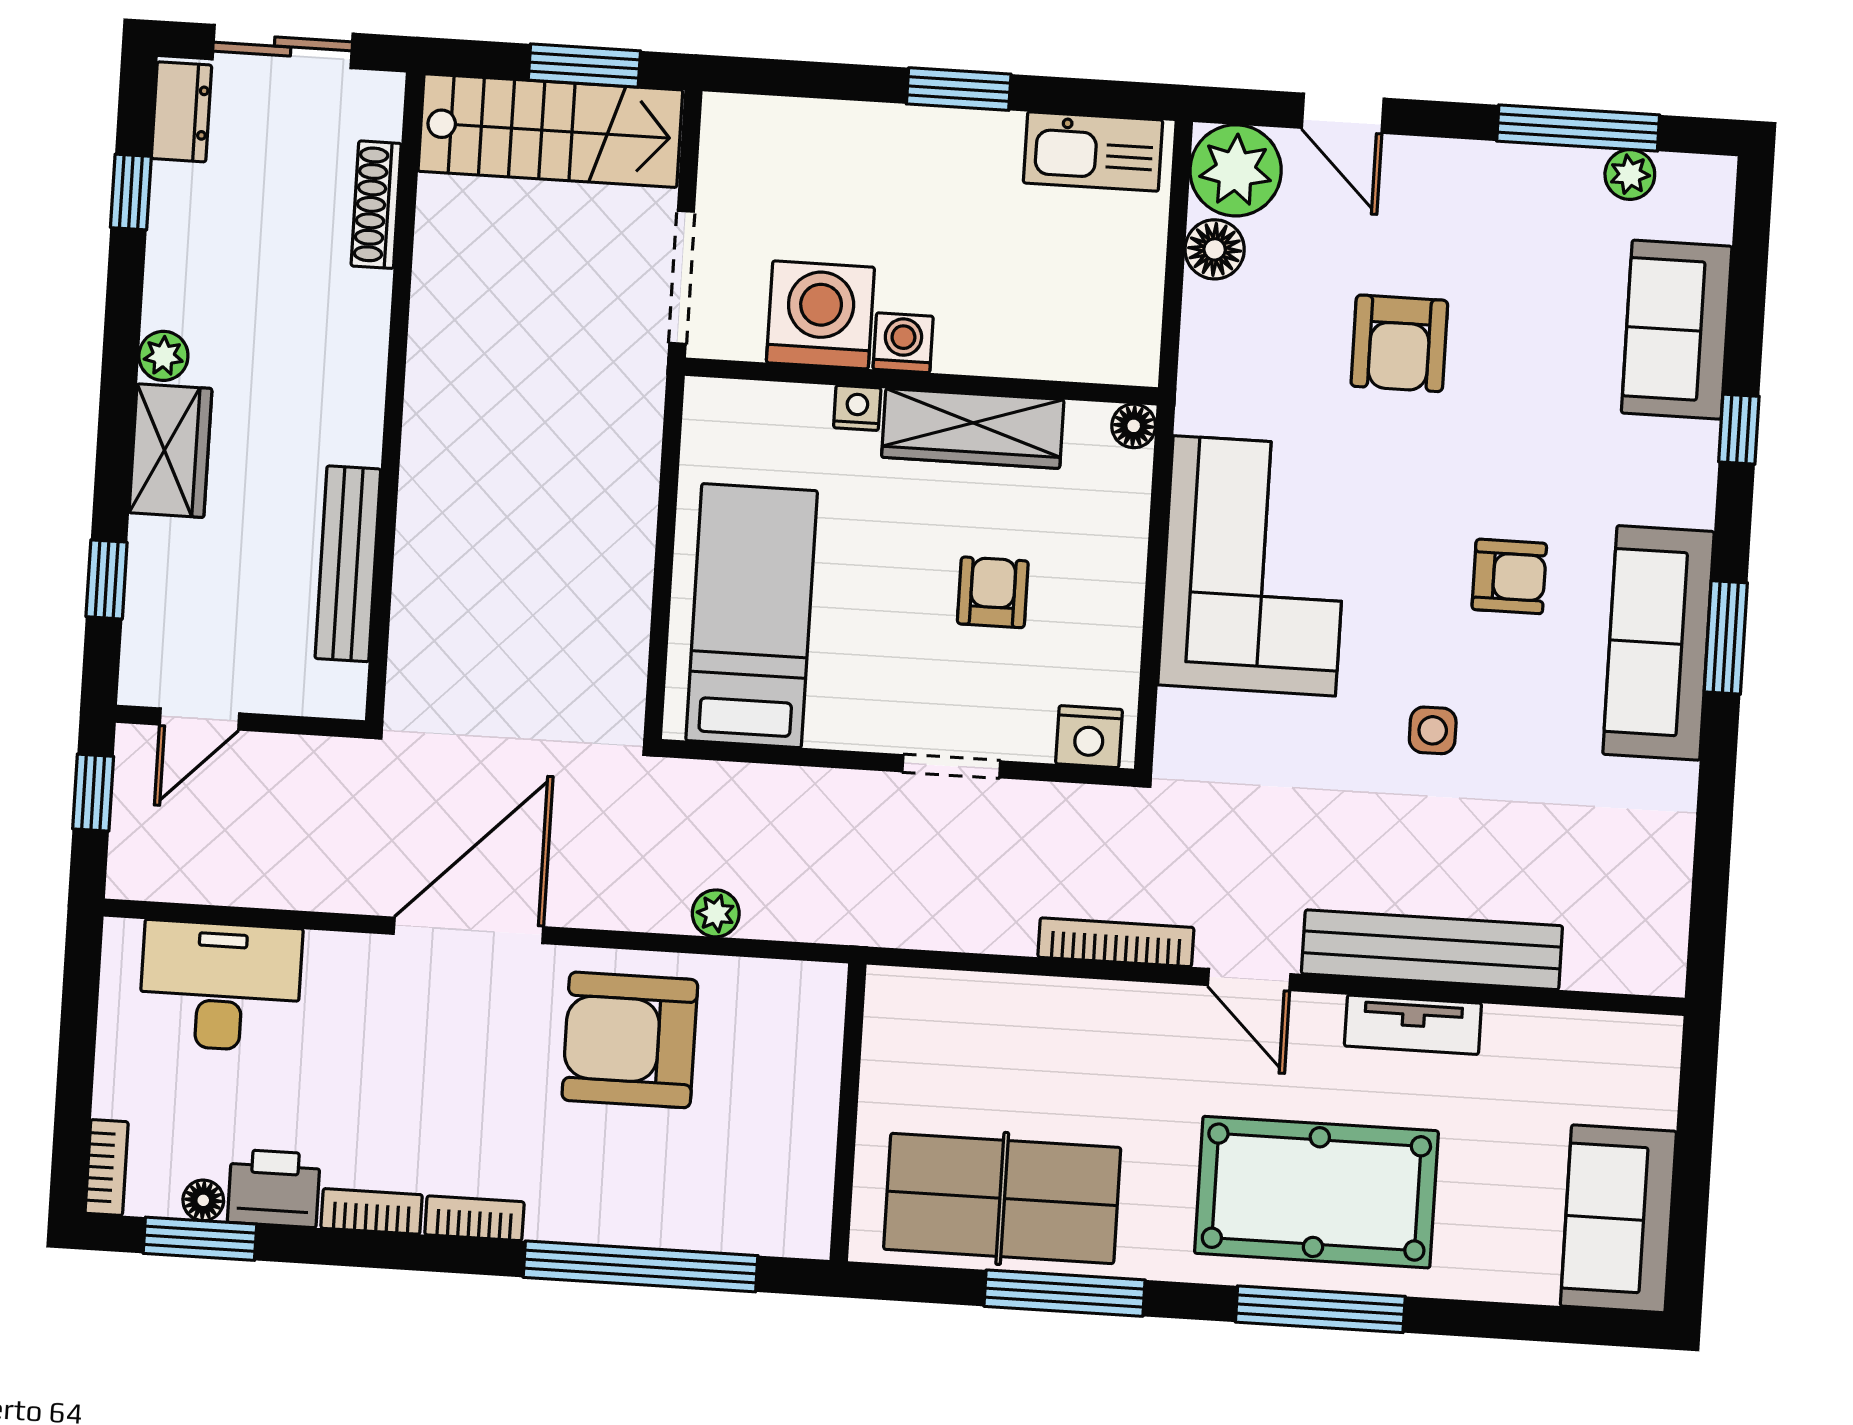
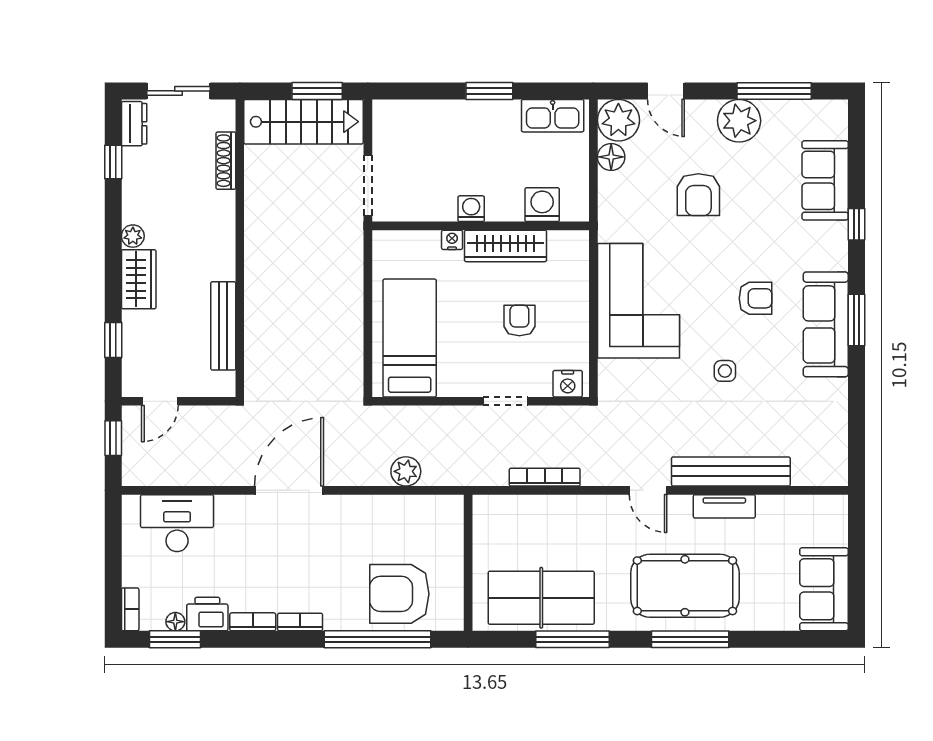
plant: (1630, 174) -> (739, 121), moved, width x1.87, depth x1.87
washing machine: (820, 315) -> (542, 205), moved, width x0.73, depth x0.73
floor lamp: (1134, 426) -> (579, 240), removed
plant: (716, 913) -> (406, 471), width x1.38, depth x1.38
bookcase: (1116, 942) -> (545, 477), moved
armchair: (630, 1040) -> (399, 594), moved

